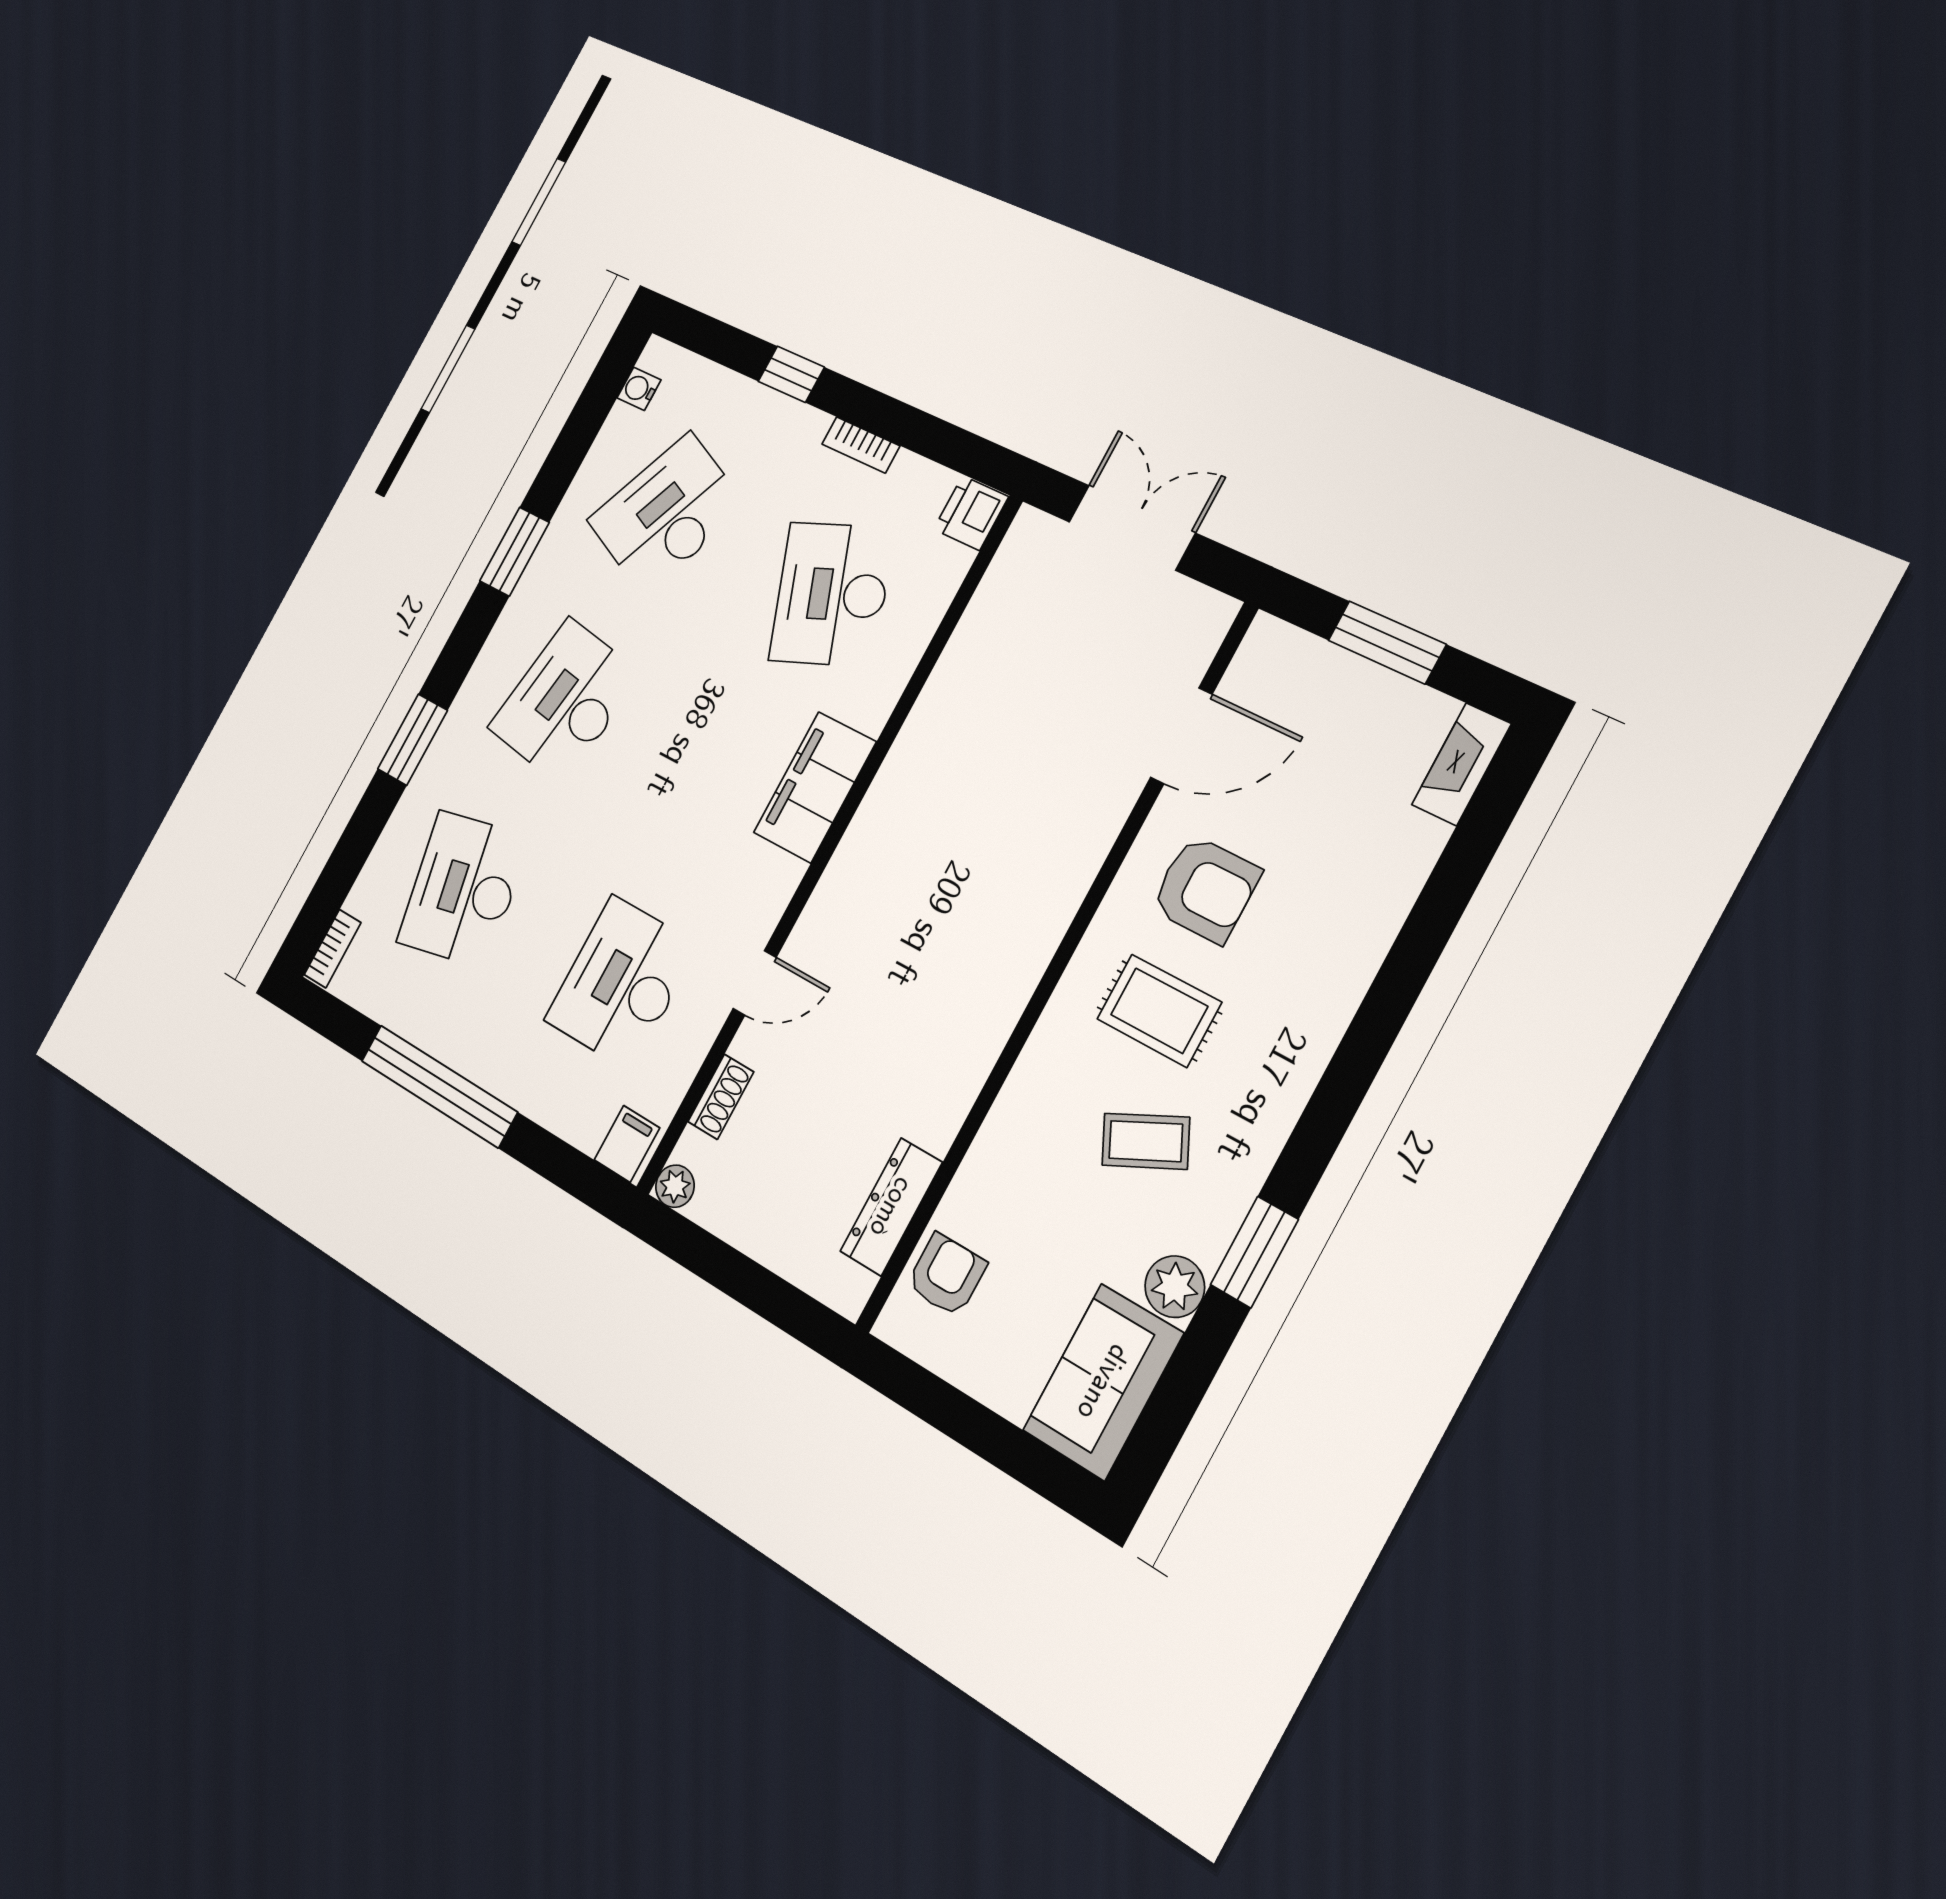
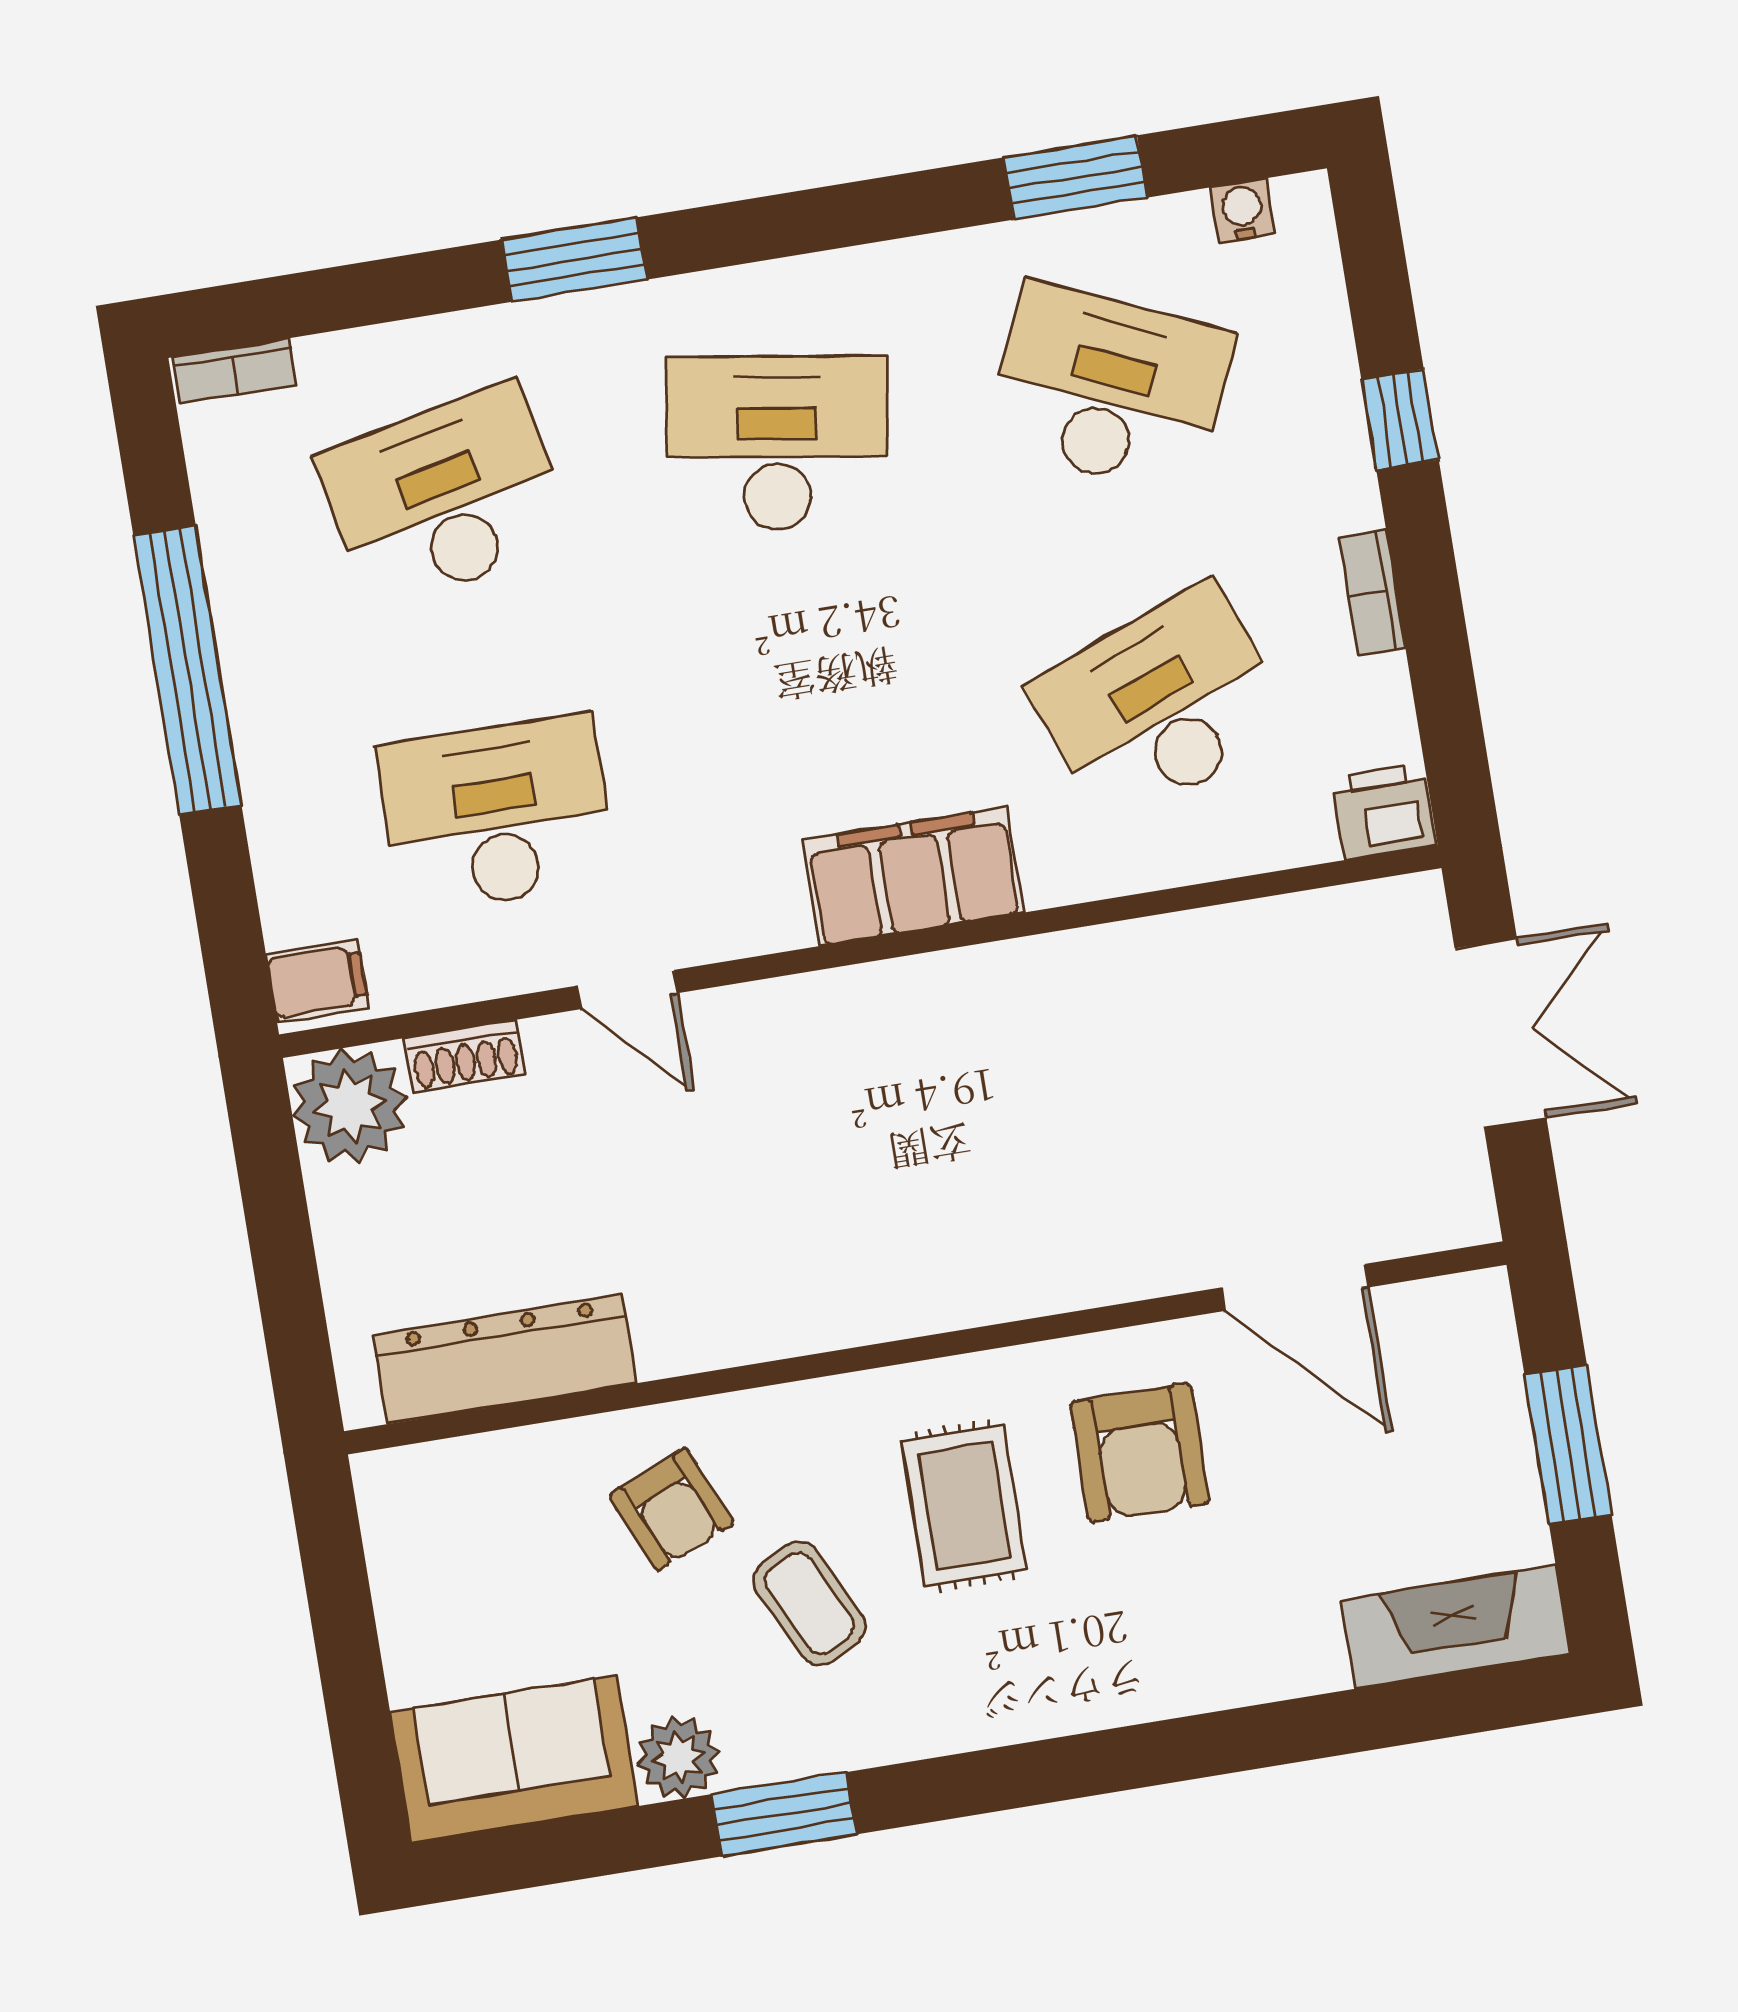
window: (514, 552) -> (1075, 178), moved
fireplace: (1461, 764) -> (1455, 1627), width x1.37, depth x1.32
plant: (675, 1186) -> (350, 1106), width x1.88, depth x1.88
dresser: (891, 1207) -> (505, 1359), width x1.37, depth x1.24
armchair: (947, 1275) -> (671, 1509), moved, turned 67

